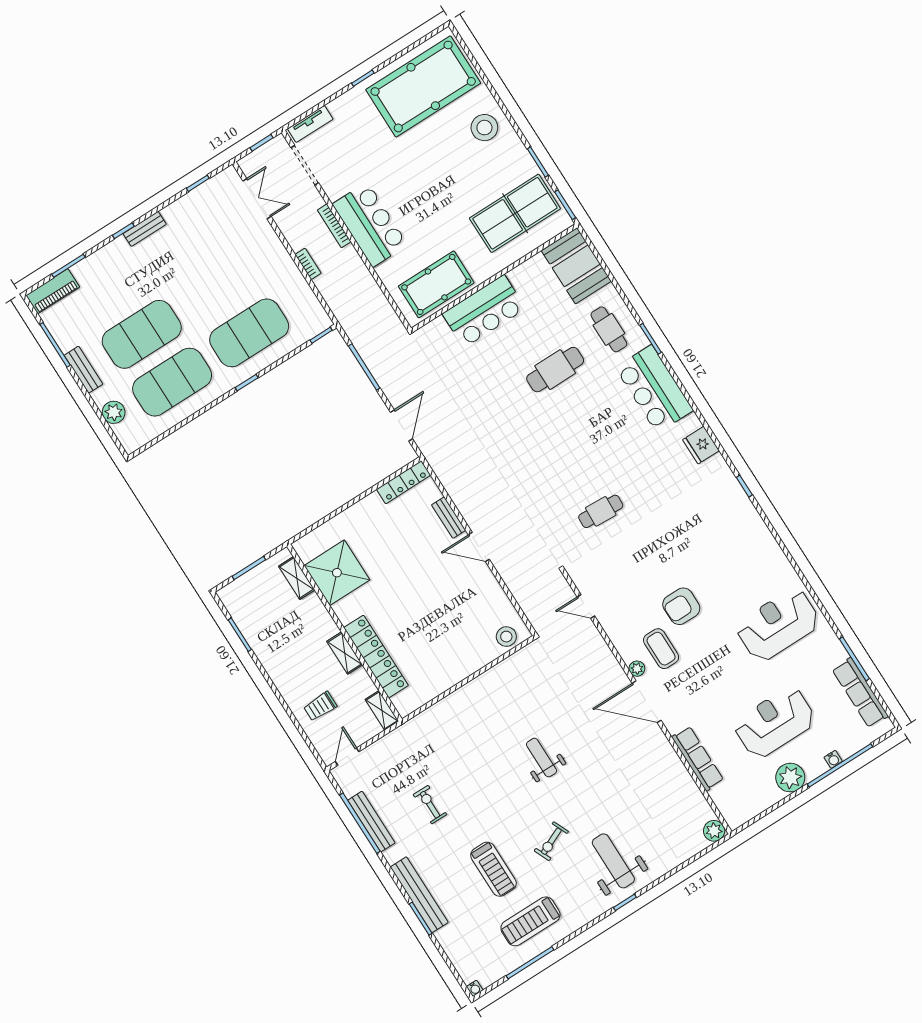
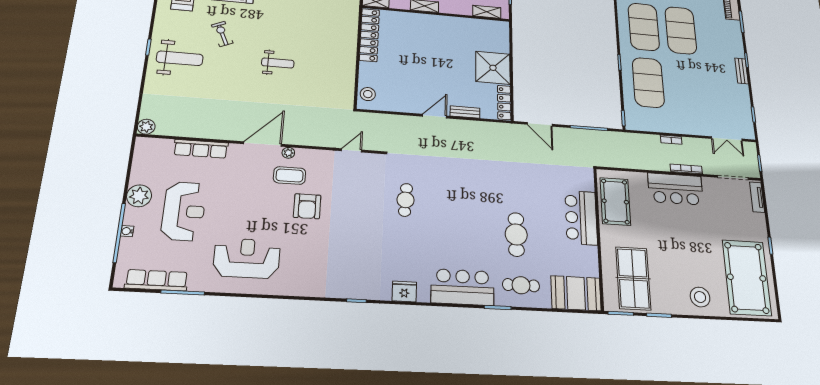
shower: (337, 573) -> (493, 68), moved
armchair: (681, 606) -> (307, 206), turned 180
reception desk: (778, 625) -> (247, 258), turned -90
locker: (376, 657) -> (369, 35), moved, turned -90

